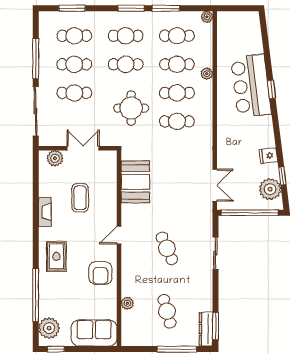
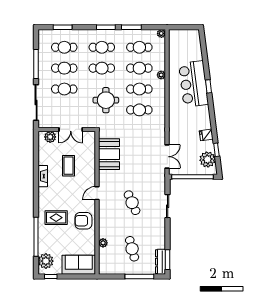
double door: (83, 148) -> (71, 129), swing flipped
rug: (56, 256) -> (56, 218), moved, turned 90
armchair: (100, 273) -> (83, 221), turned 90

